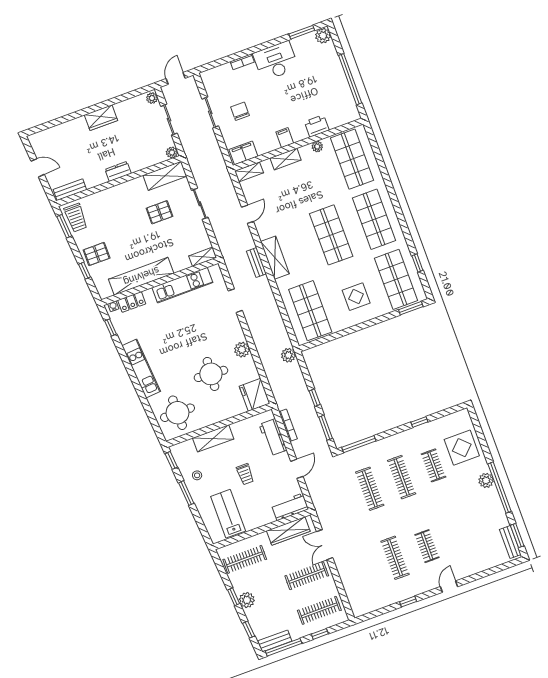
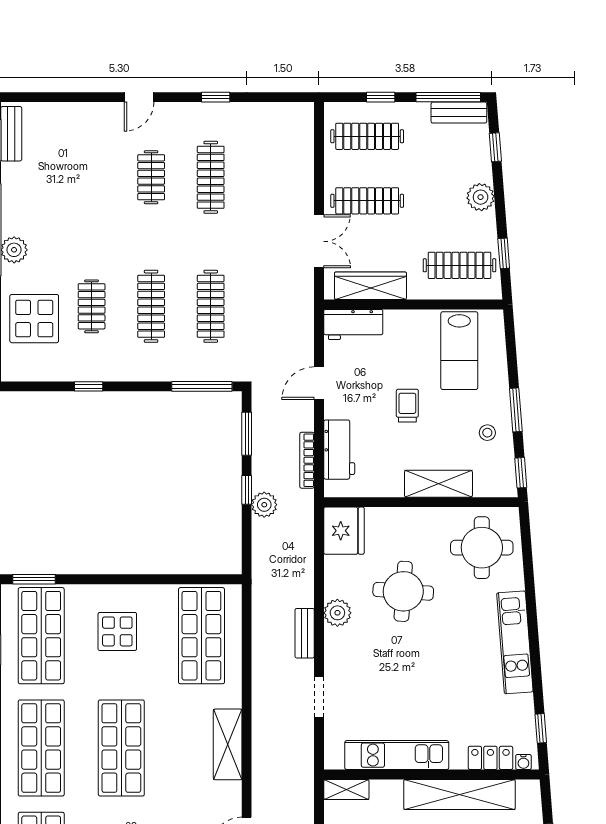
bench: (256, 262) -> (305, 633), moved
plant: (288, 355) -> (264, 505), moved
window: (234, 597) -> (504, 253), moved

